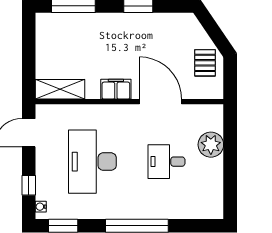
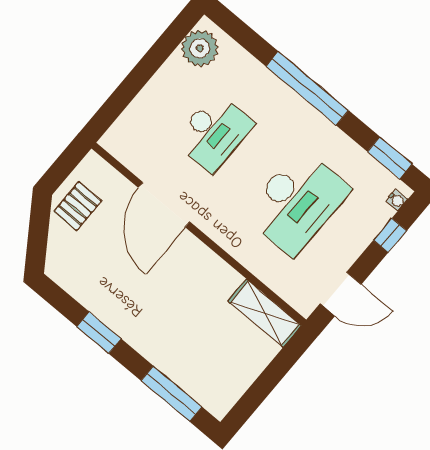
filing cabinet: (116, 89) -> (202, 261), removed
plant: (211, 145) -> (200, 48), moved
desk: (166, 162) -> (214, 132), width x1.37

